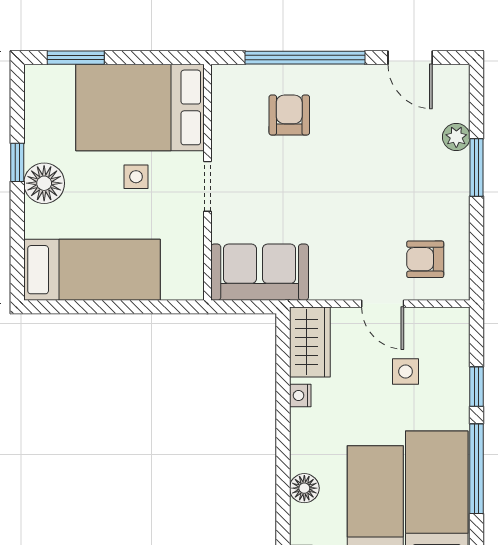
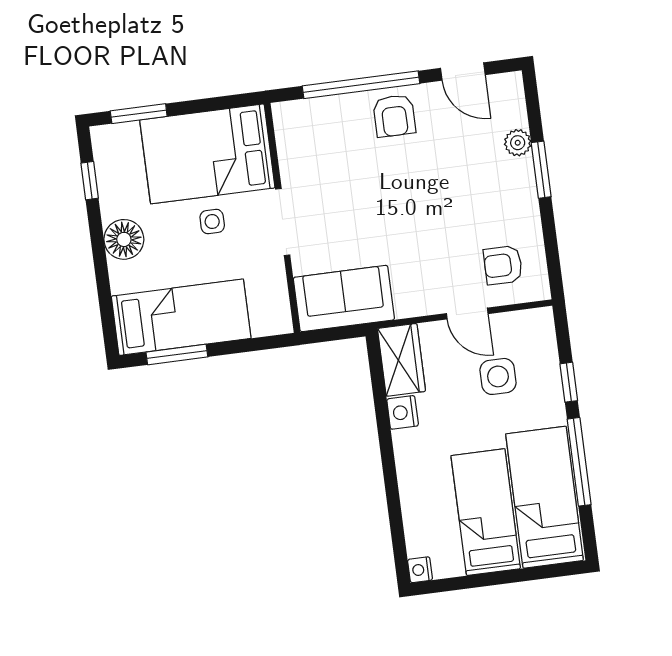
armchair: (289, 115) -> (394, 116), moved, turned 180
window: (17, 162) -> (90, 181), moved
doorway: (208, 186) -> (283, 222), width x1.38
window: (83, 307) -> (177, 354), added
side table: (406, 371) -> (498, 376), width x1.37, depth x1.37
nightstand: (300, 395) -> (403, 412), width x1.39, depth x1.35
floor lamp: (304, 488) -> (415, 502), removed

